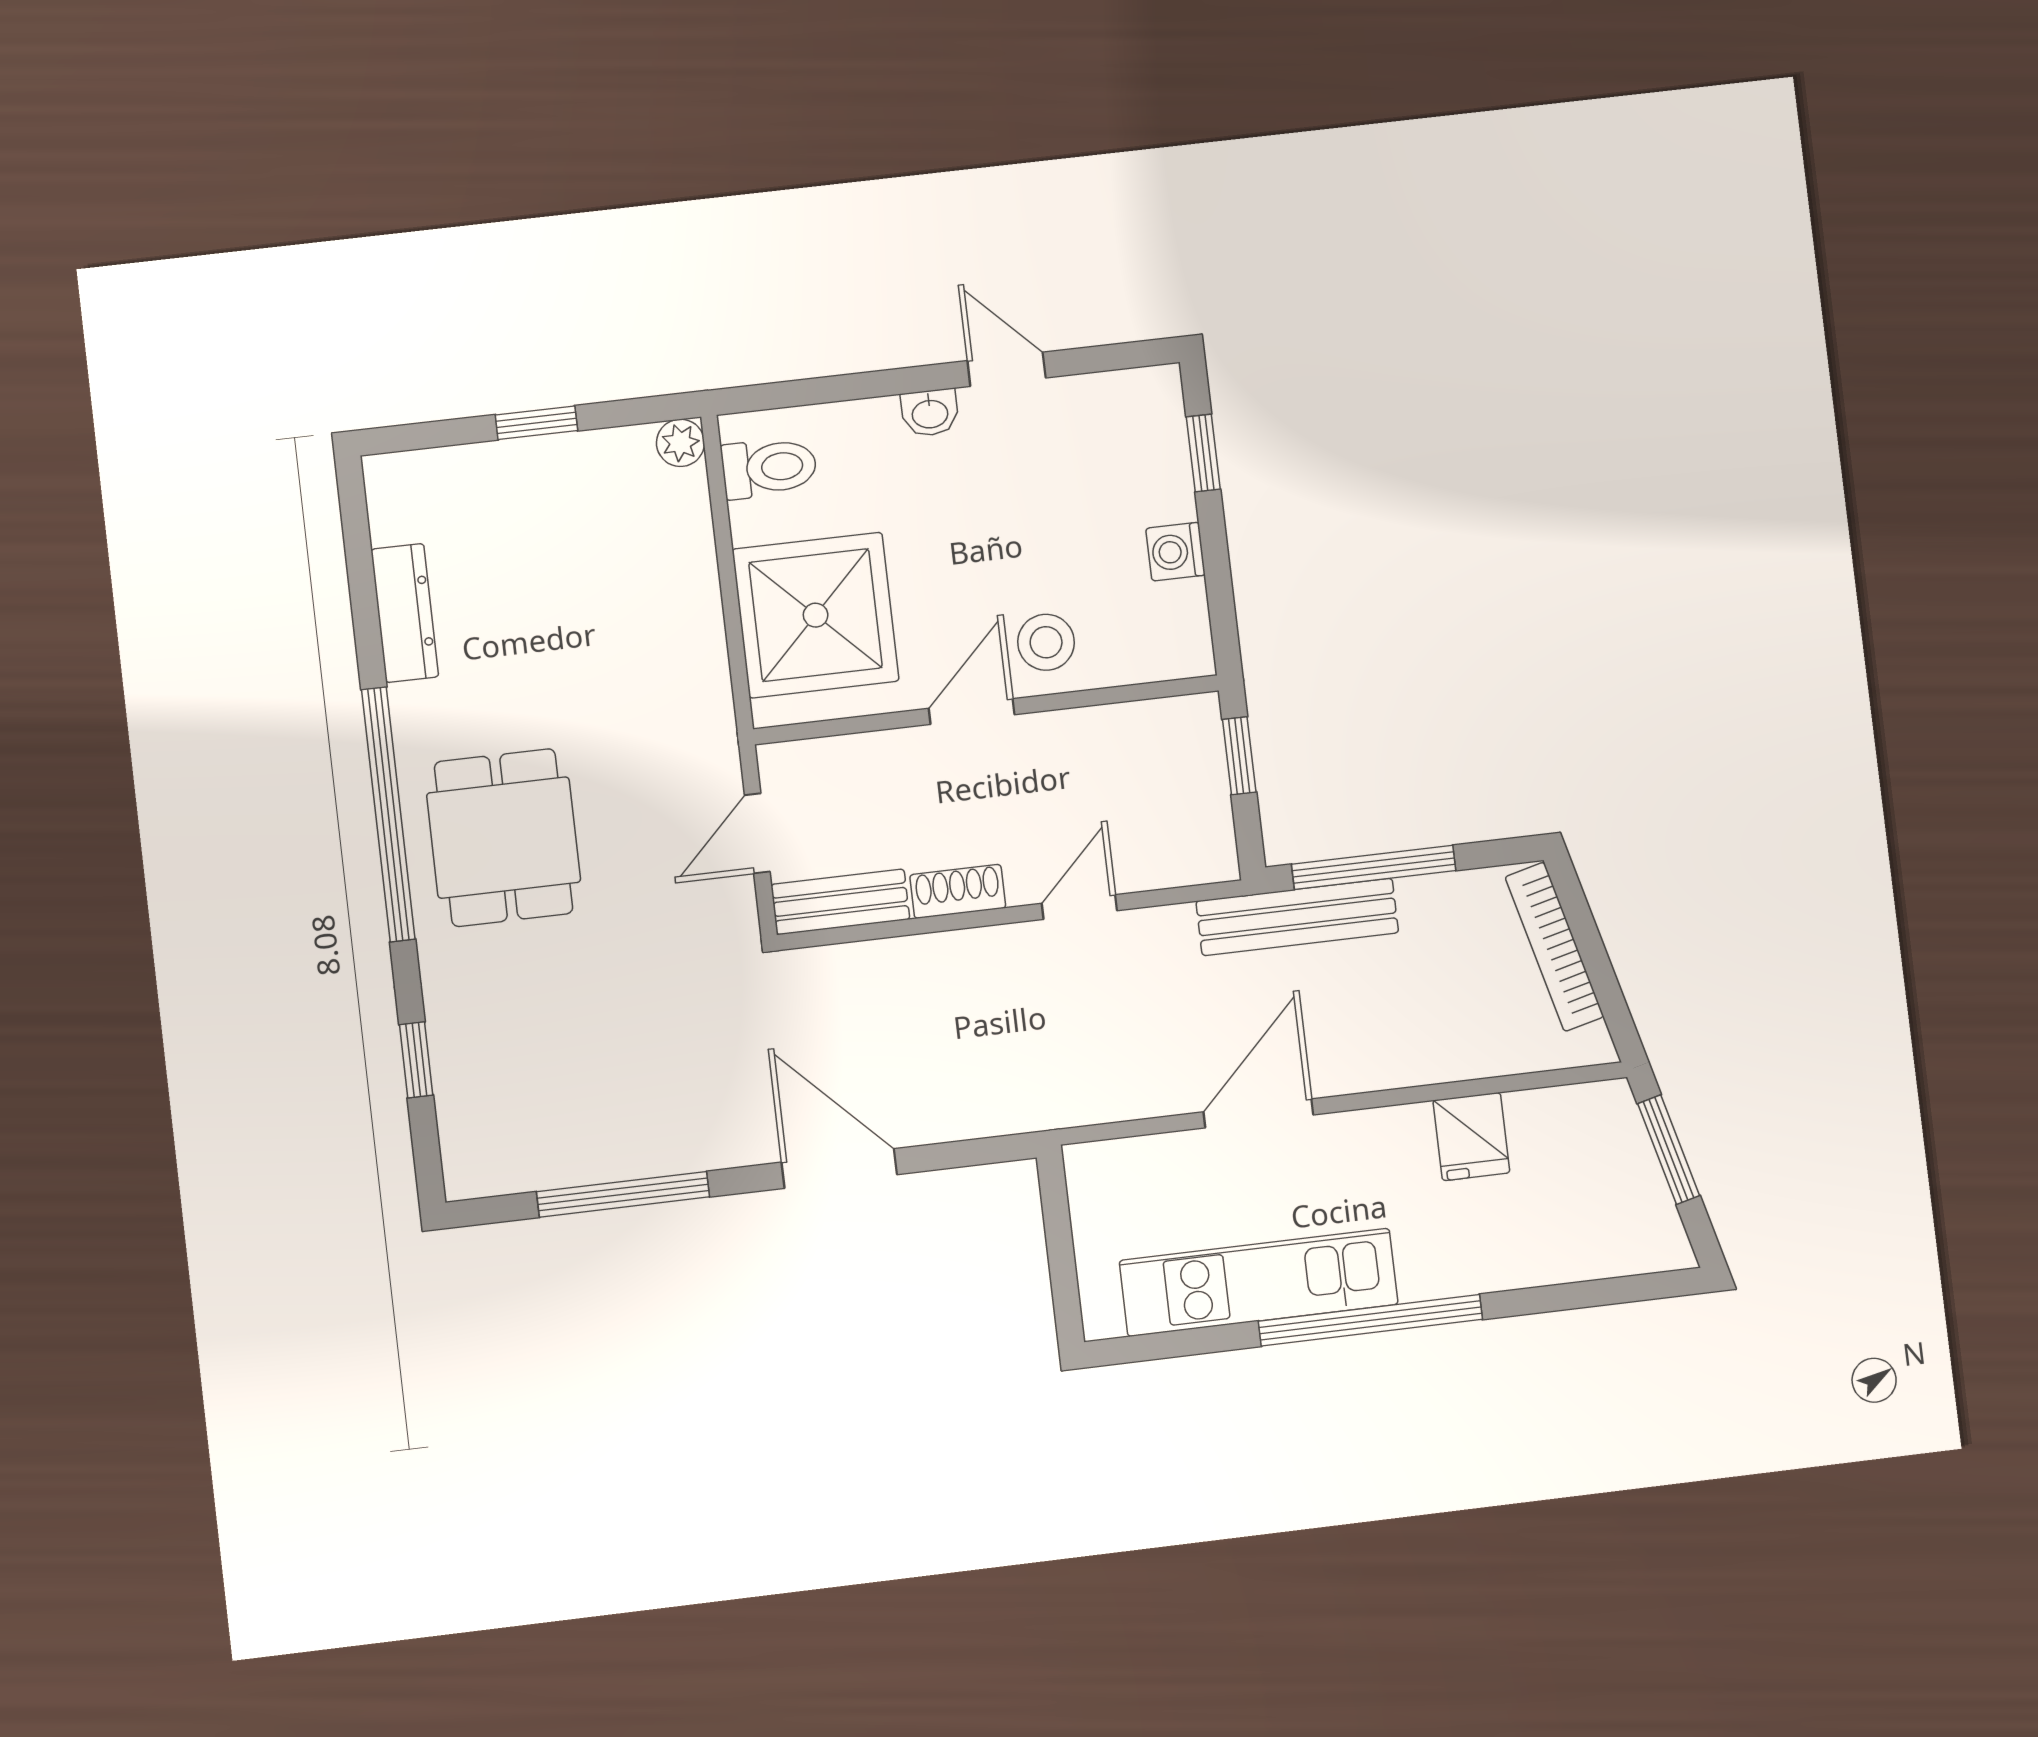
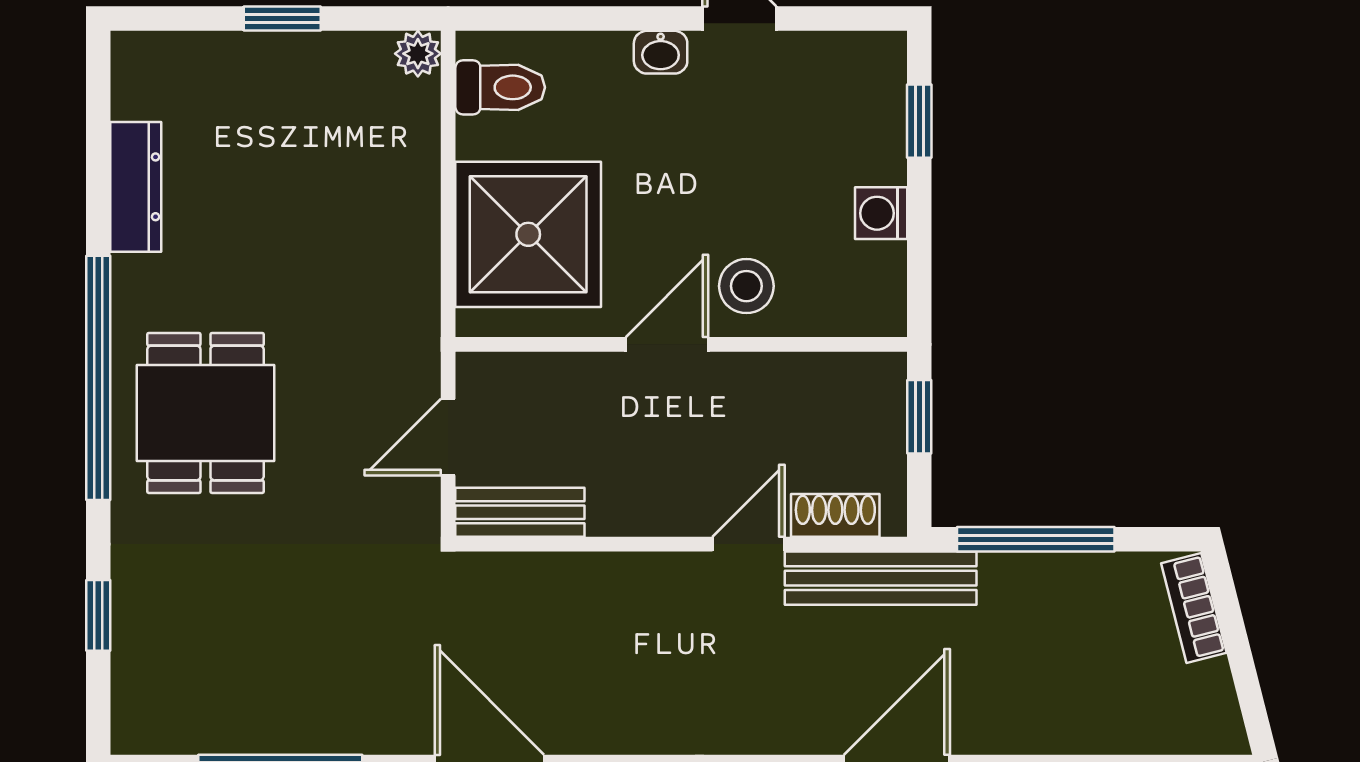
shoe rack: (958, 891) -> (835, 515), moved
bench: (1297, 917) -> (881, 578), moved
bookcase: (1554, 947) -> (1194, 608), width x0.64

